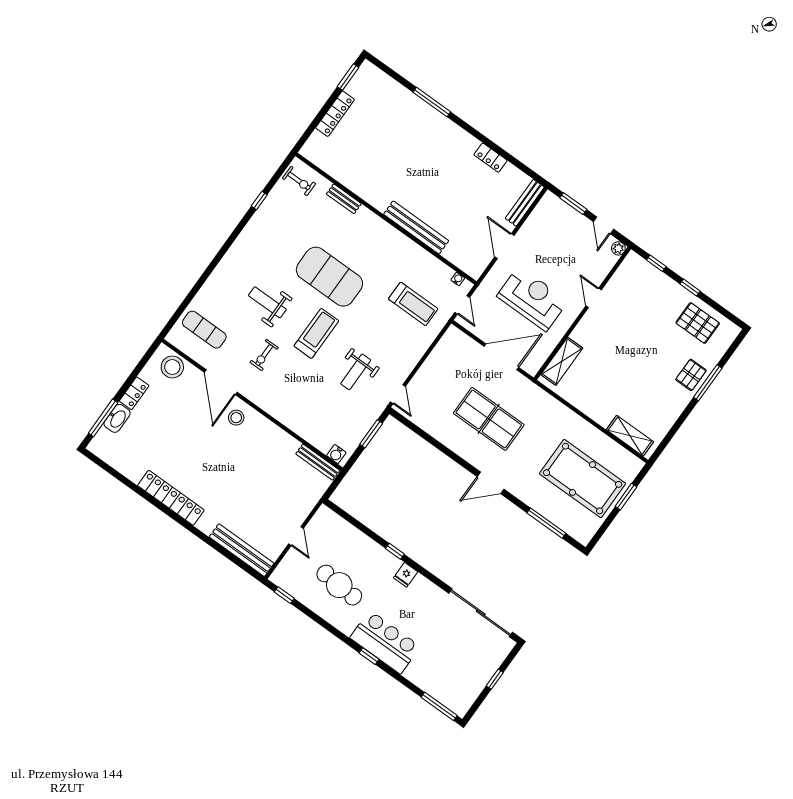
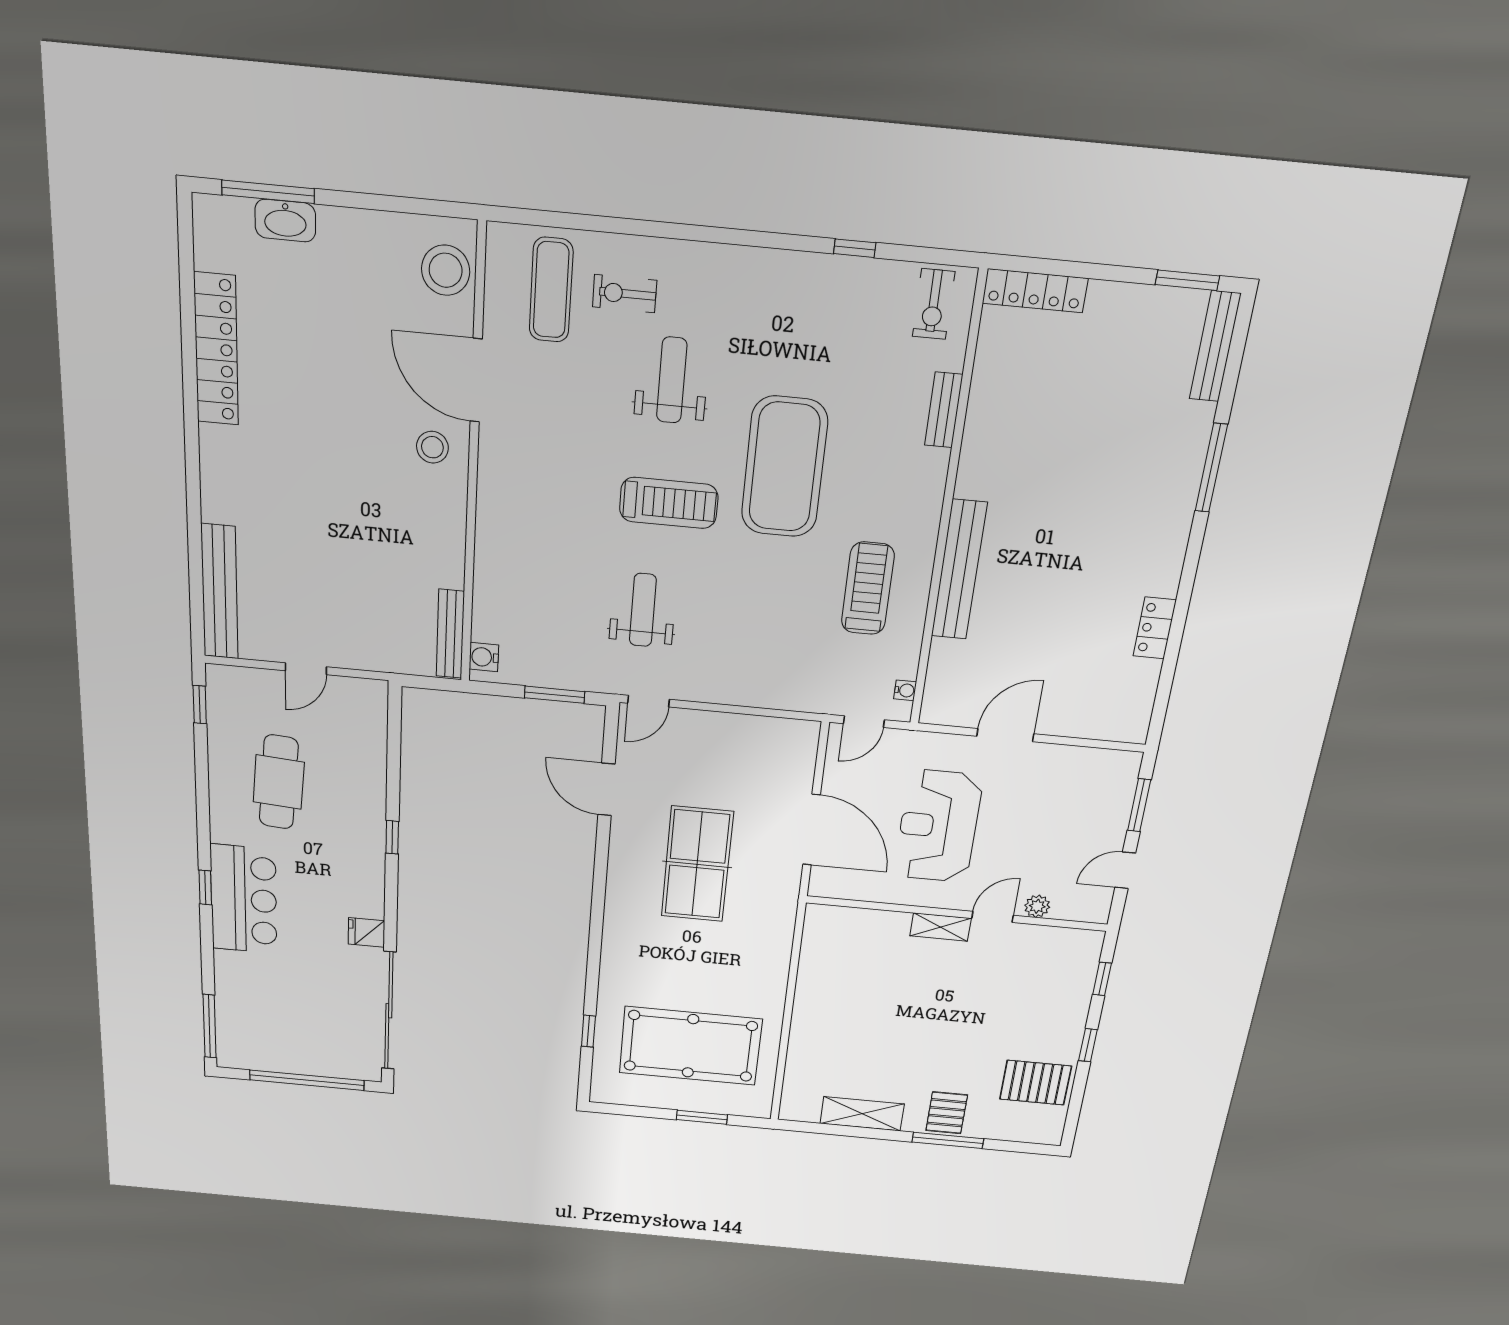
locker: (335, 114) -> (1035, 291), moved
bench: (525, 203) -> (1215, 346), moved, turned 90
plant: (618, 248) -> (1037, 906), moved
reception desk: (532, 299) -> (938, 826), turned 180
treadmill: (413, 304) -> (868, 588), moved, turned 180
pallet: (698, 323) -> (1036, 1083), turned 90
exercise bike: (264, 355) -> (625, 294), moved
shelving: (562, 361) -> (941, 927), moved, width x0.67, depth x0.75
weight bench: (356, 372) -> (643, 610), turned 90
pallet: (691, 375) -> (947, 1113), turned 90
door: (221, 382) -> (476, 380), hinge flipped
locker: (134, 393) -> (351, 225), removed
shelving: (630, 436) -> (862, 1114), moved, turned 90
pool table: (583, 479) -> (690, 1046), turned 90
door: (491, 483) -> (606, 789), moved
locker: (171, 498) -> (216, 349), moved
window: (546, 523) -> (588, 1031), width x0.46
fridge: (406, 575) -> (366, 932), moved
window: (495, 679) -> (307, 1080), width x3.17

